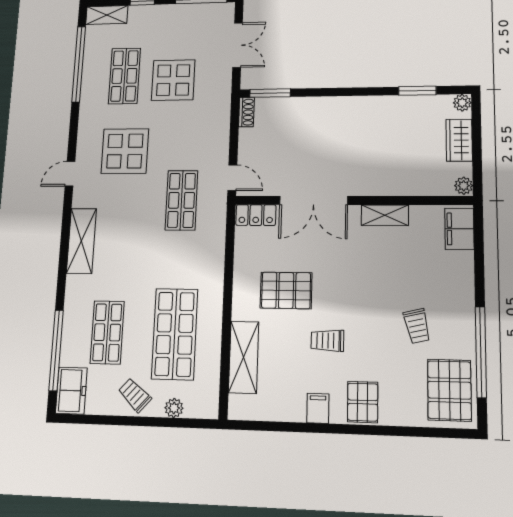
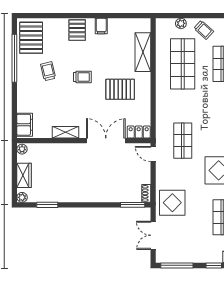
display table: (173, 80) -> (172, 203), moved
trolley: (327, 341) -> (82, 77), moved

